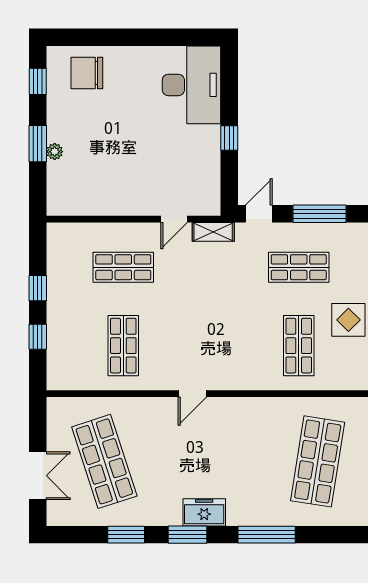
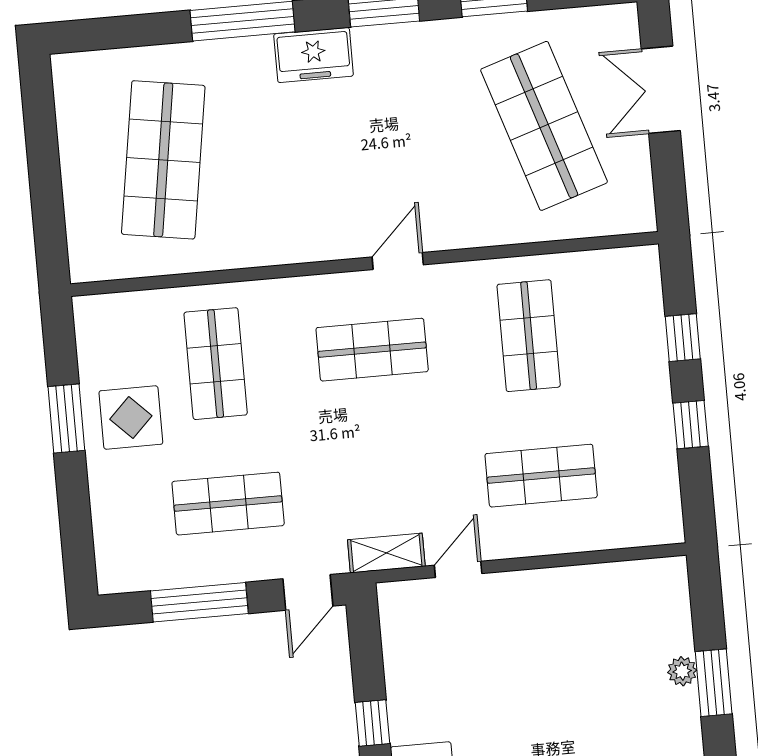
shop shelf: (211, 346) -> (372, 350), added
freezer: (204, 512) -> (314, 55), moved

